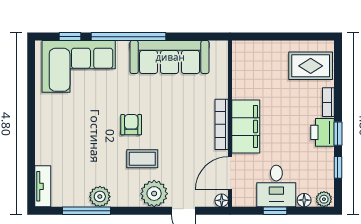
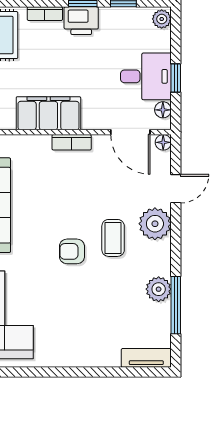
bookcase: (222, 124) -> (72, 142), width x0.64
filing cabinet: (246, 126) -> (48, 113), moved
floor lamp: (304, 200) -> (163, 110), moved

